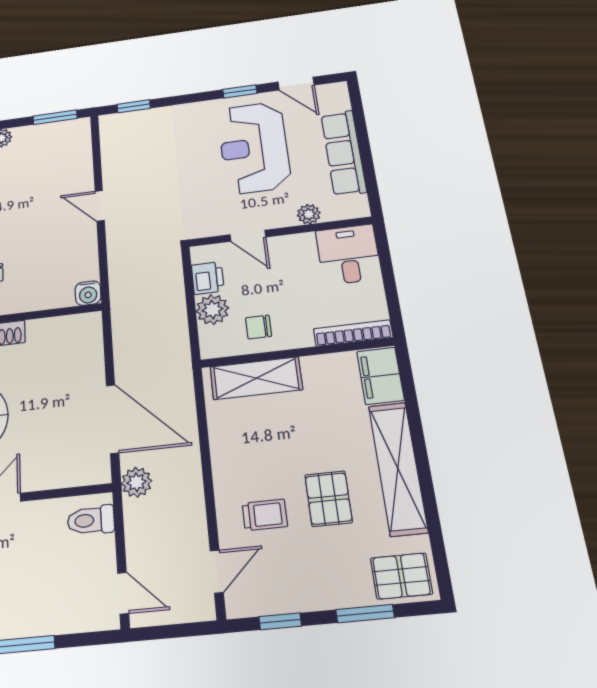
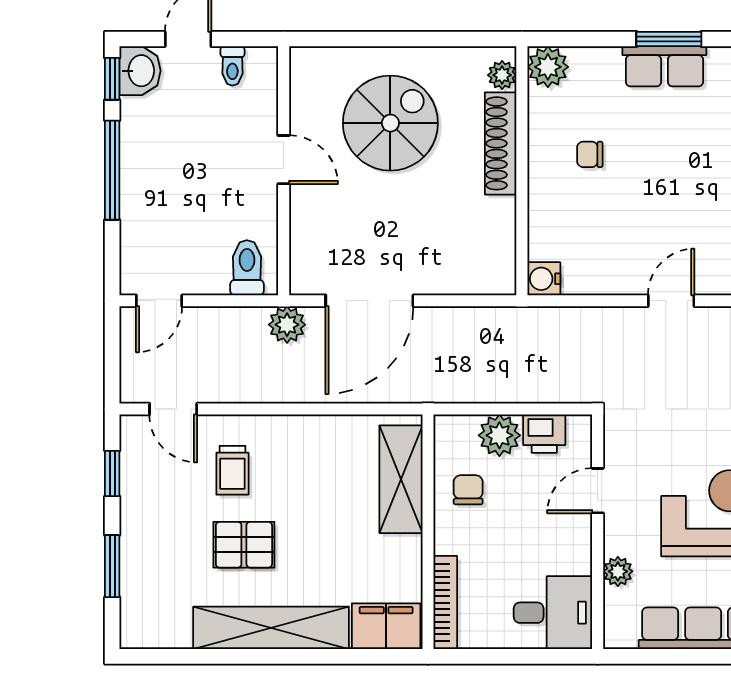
pallet: (401, 576) -> (149, 612), removed

